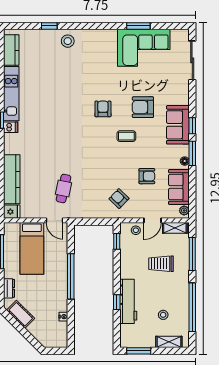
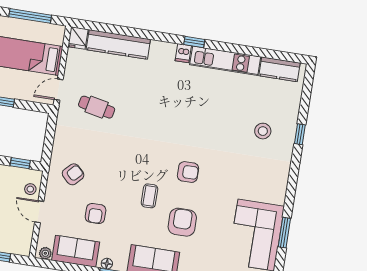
window: (49, 26) -> (300, 134), moved
stool: (68, 41) -> (263, 131), moved
shelving: (175, 228) -> (26, 238), removed

